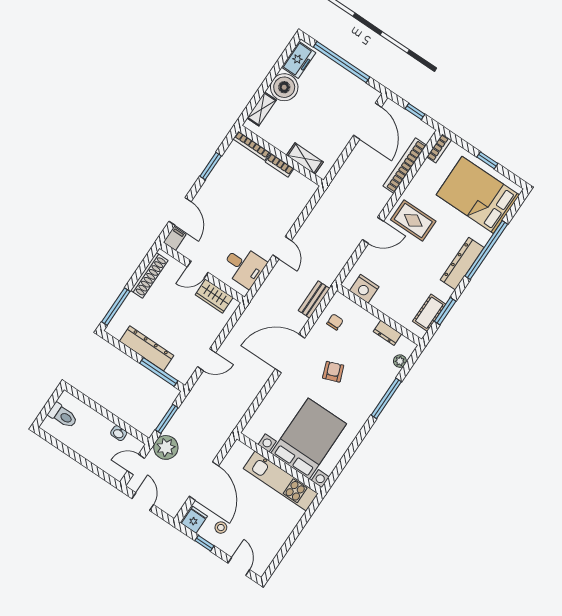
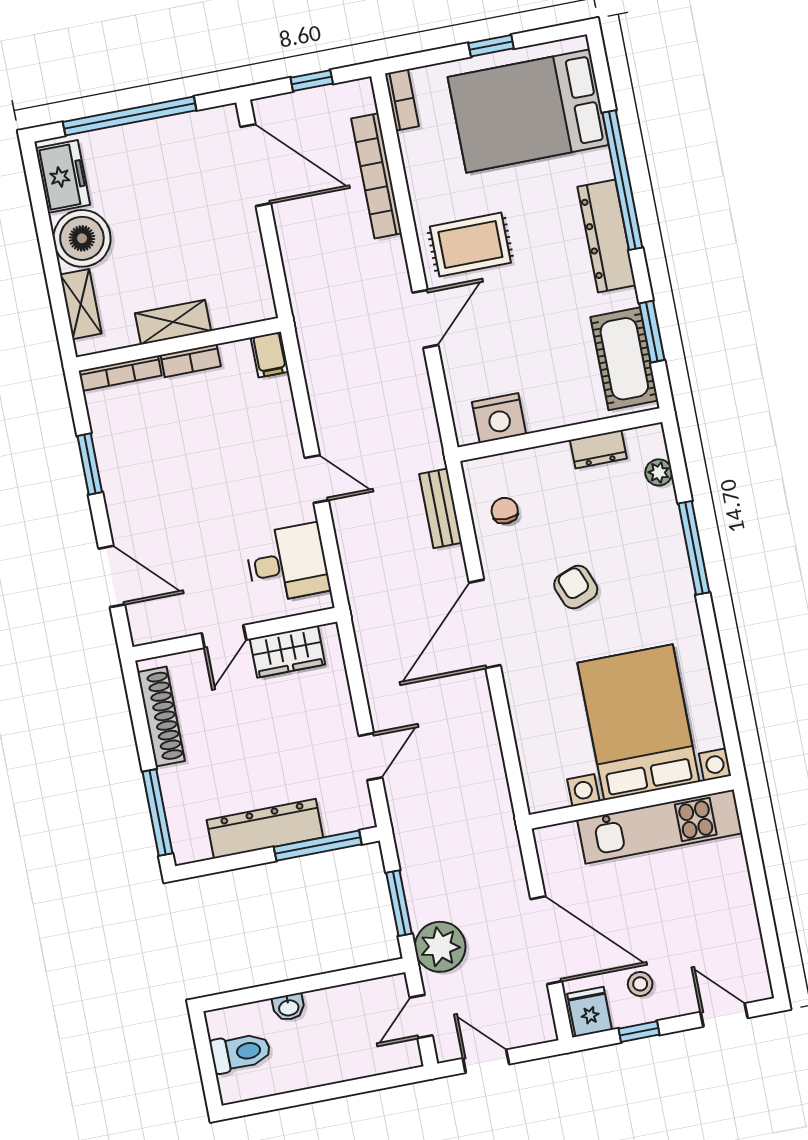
shelving: (305, 159) -> (173, 322), moved
filing cabinet: (175, 238) -> (270, 355), moved, turned 180
cot: (429, 313) -> (624, 359), width x1.37, depth x1.34
washbasin: (119, 433) -> (289, 1007), moved

